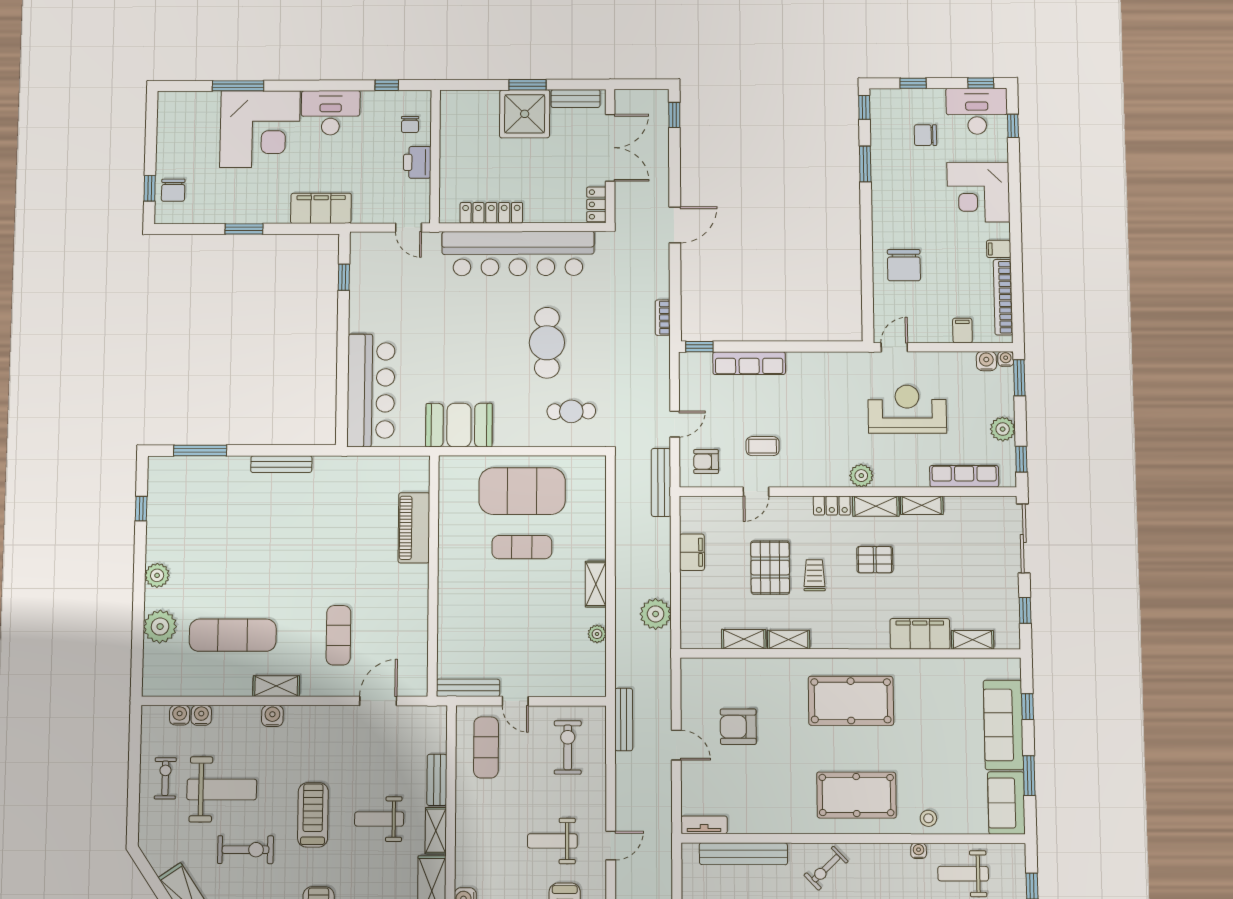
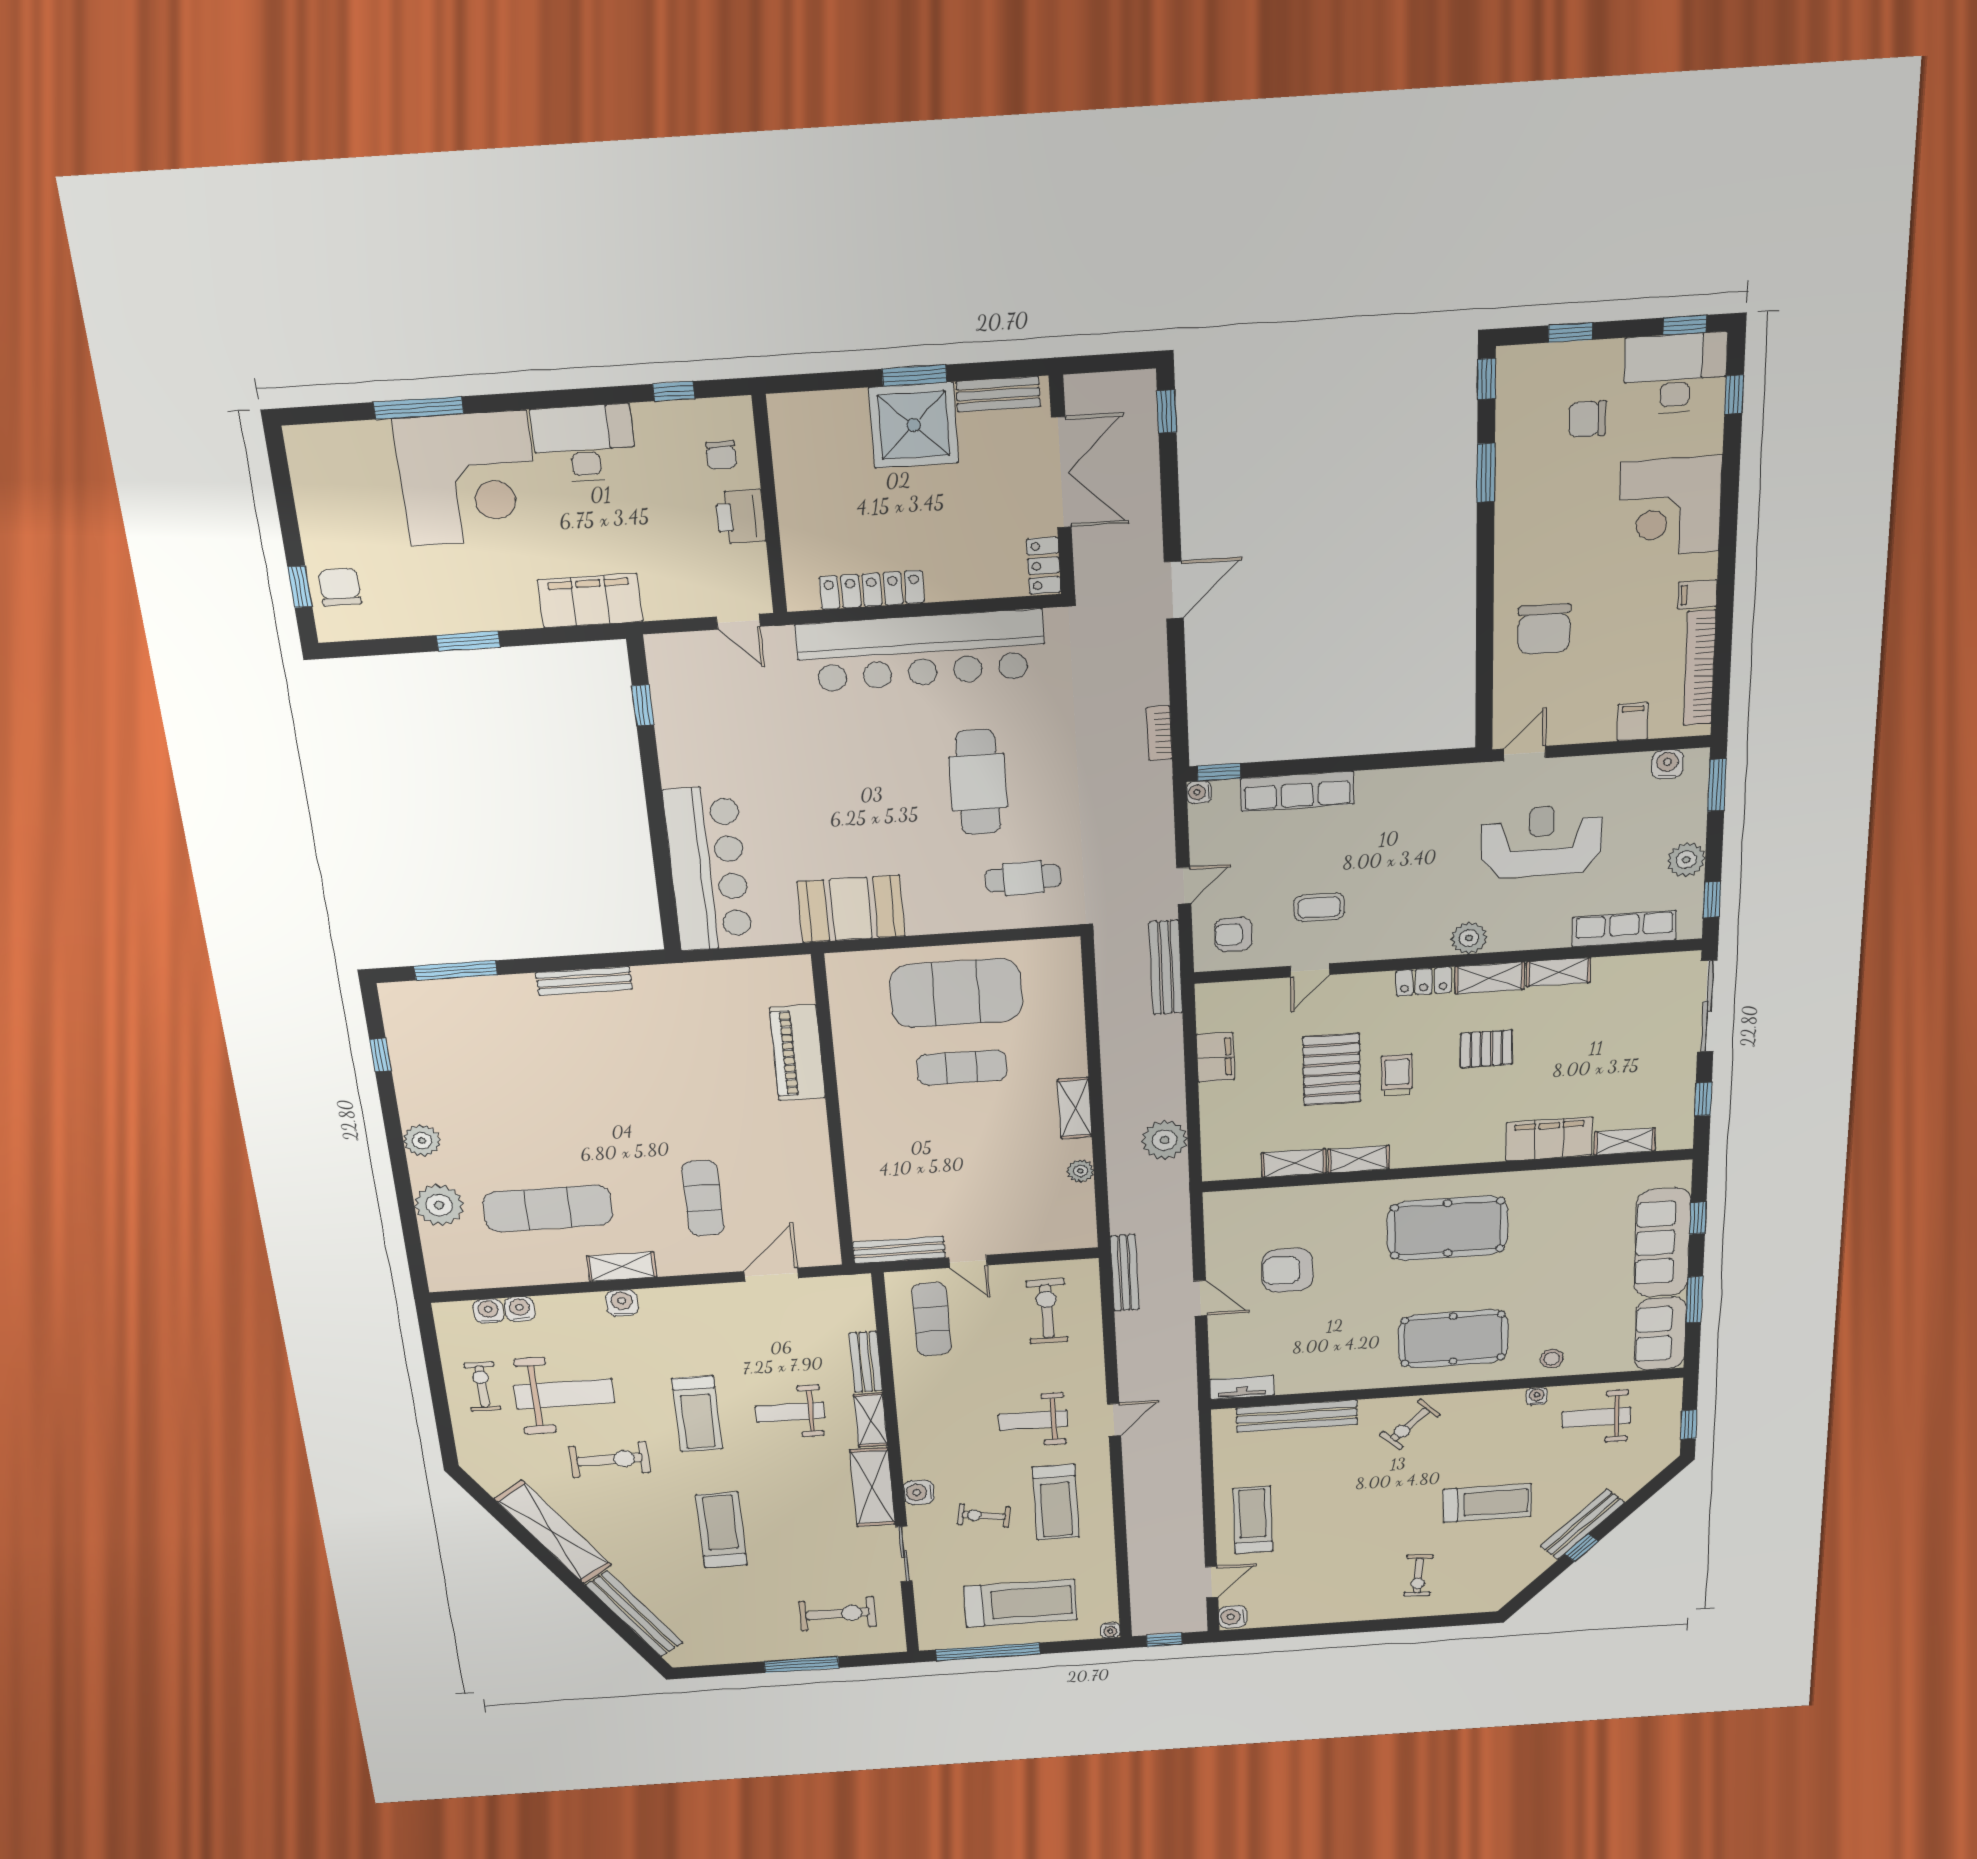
chair: (173, 190) -> (340, 587), turned 180
water cooler: (1006, 359) -> (1199, 792), moved, turned -90
treadmill: (313, 815) -> (697, 1414), turned 180

